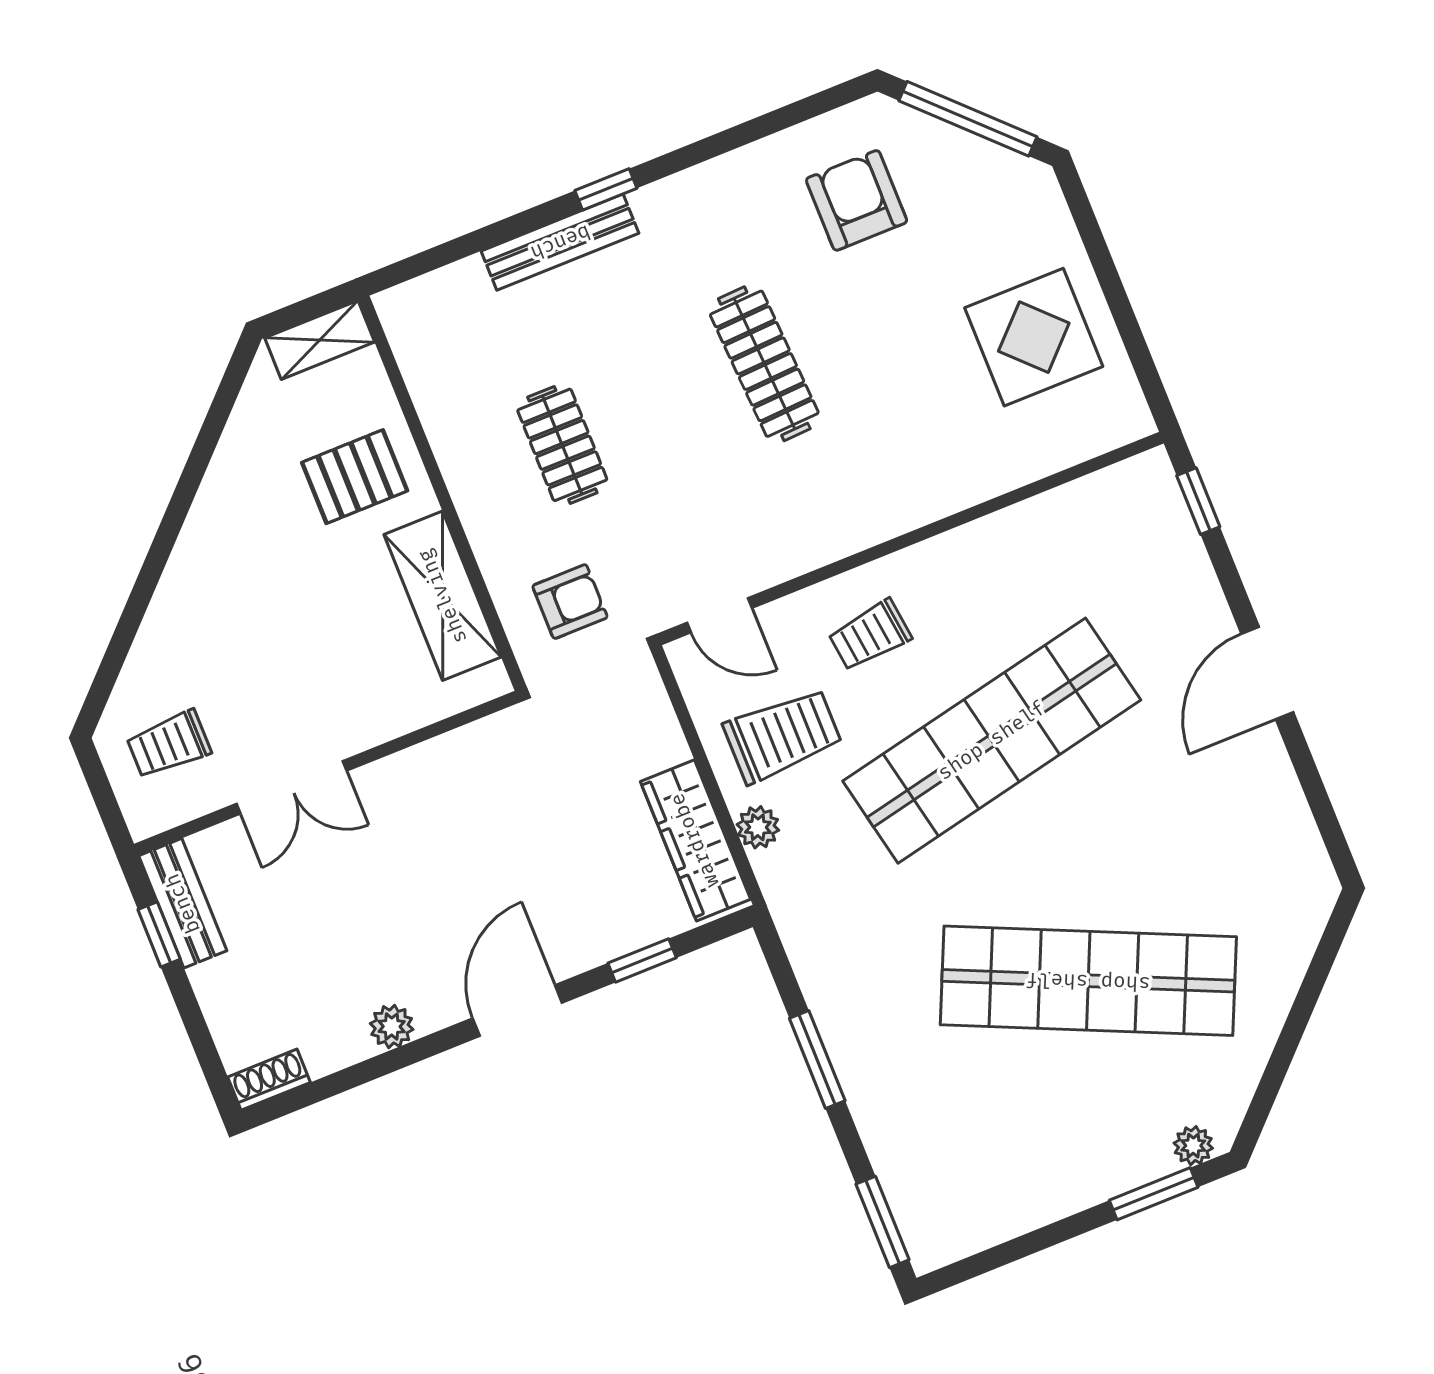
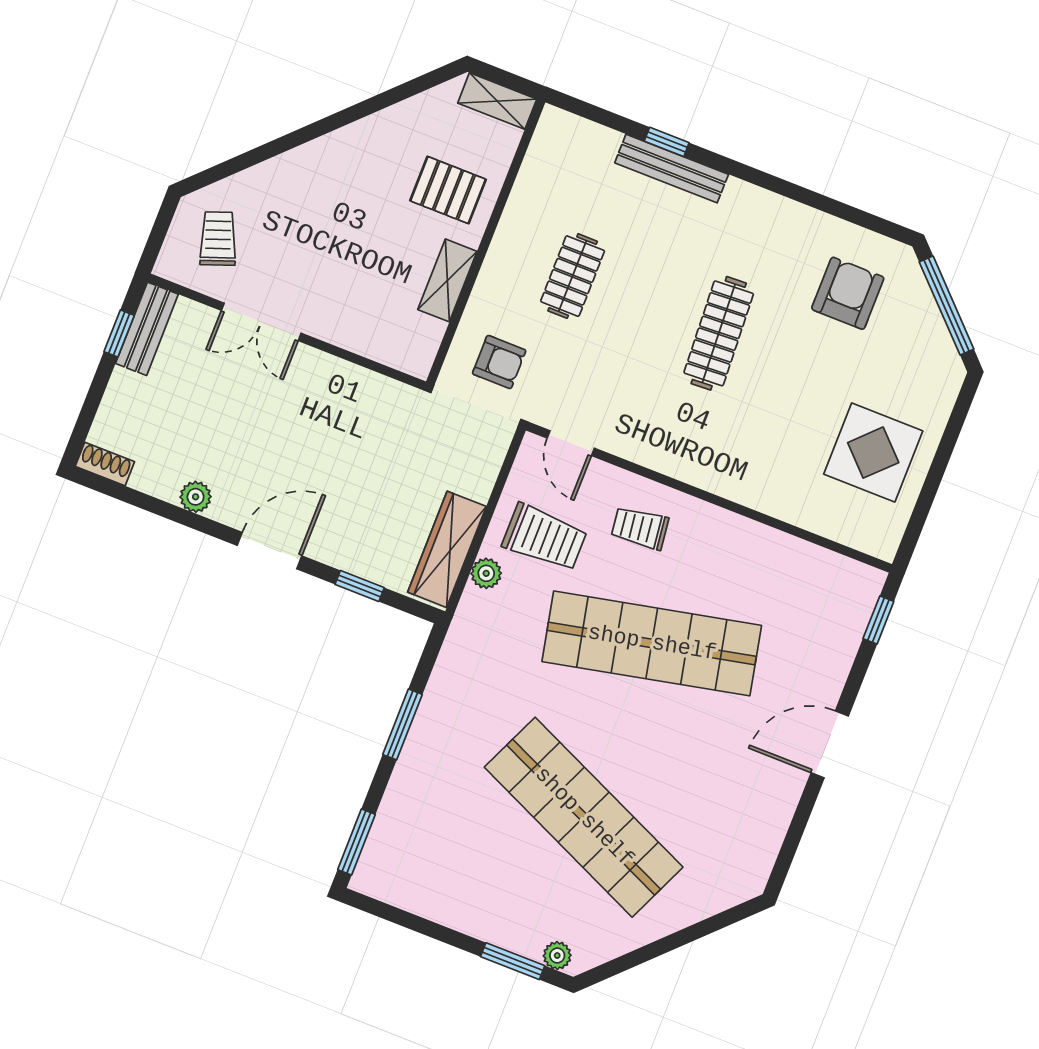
window: (606, 189) -> (667, 142), moved
shelving: (443, 596) -> (447, 280), width x0.67, depth x0.75
trolley: (169, 744) -> (218, 239), turned 70

